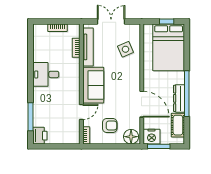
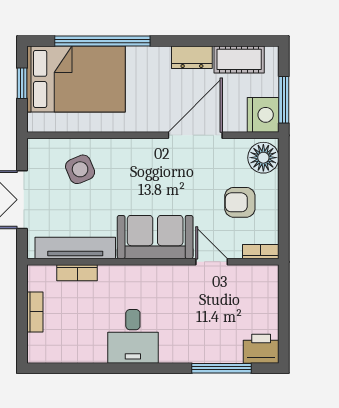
window: (187, 94) -> (102, 41), moved
dresser: (179, 98) -> (192, 57), width x0.70
armchair: (110, 125) -> (240, 202), turned -90

